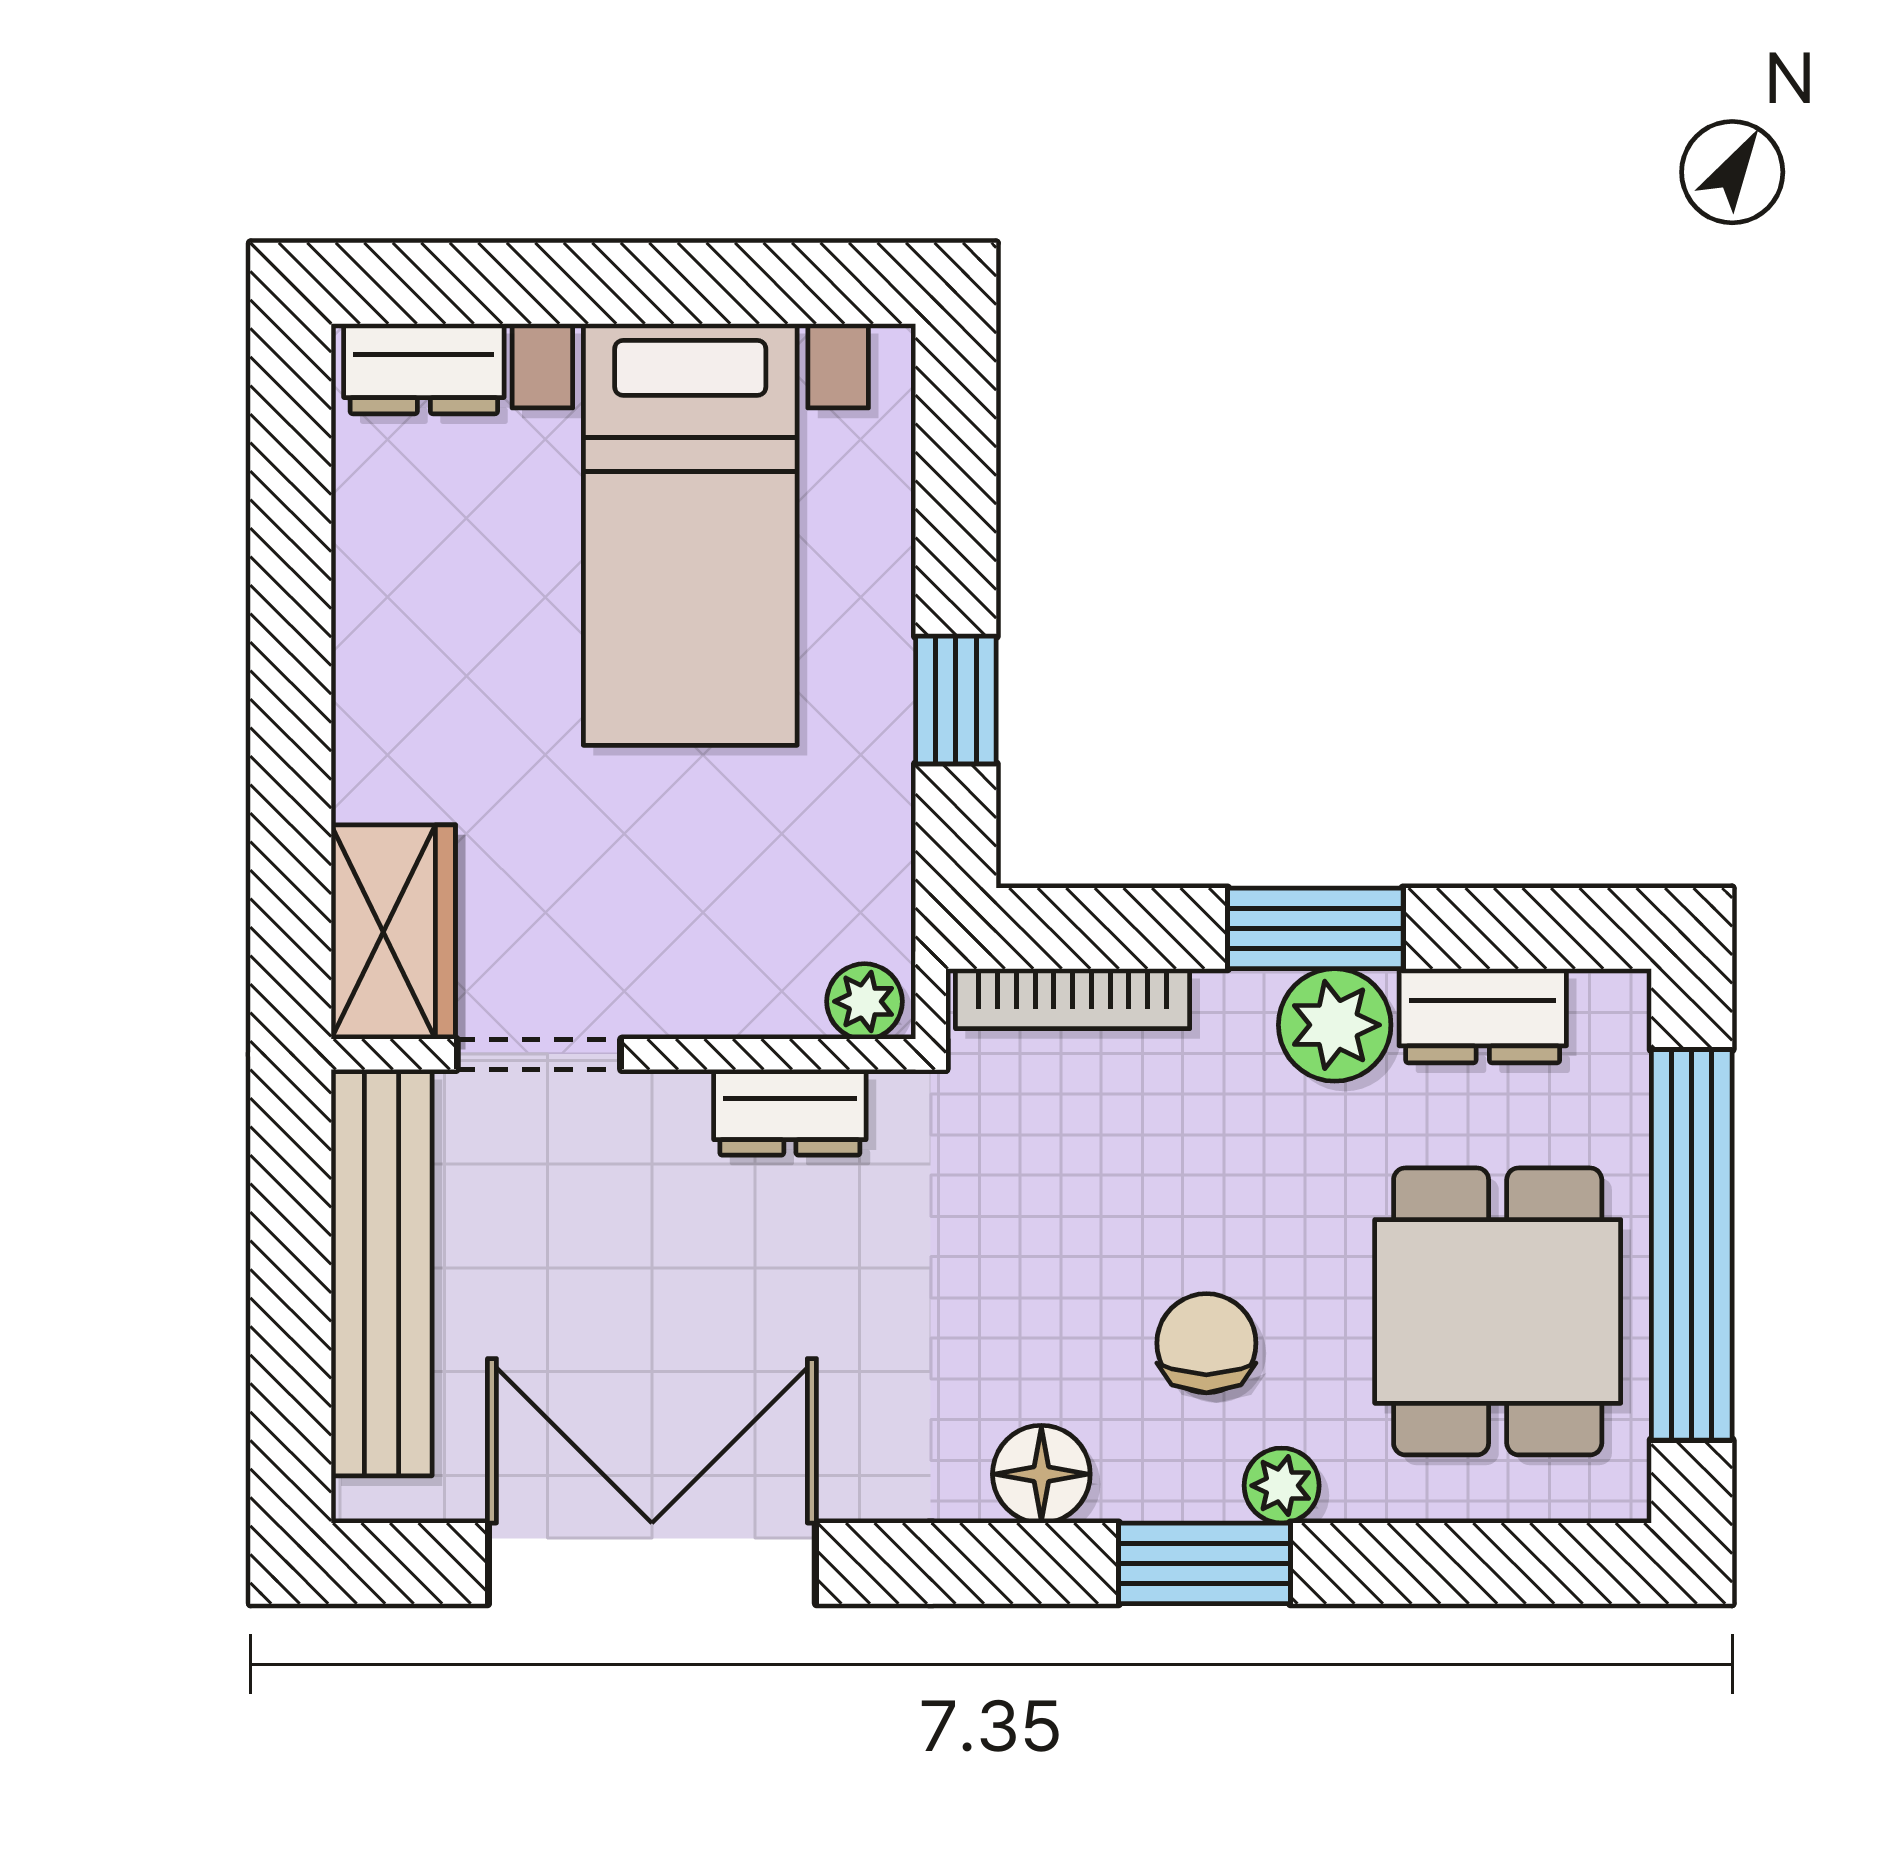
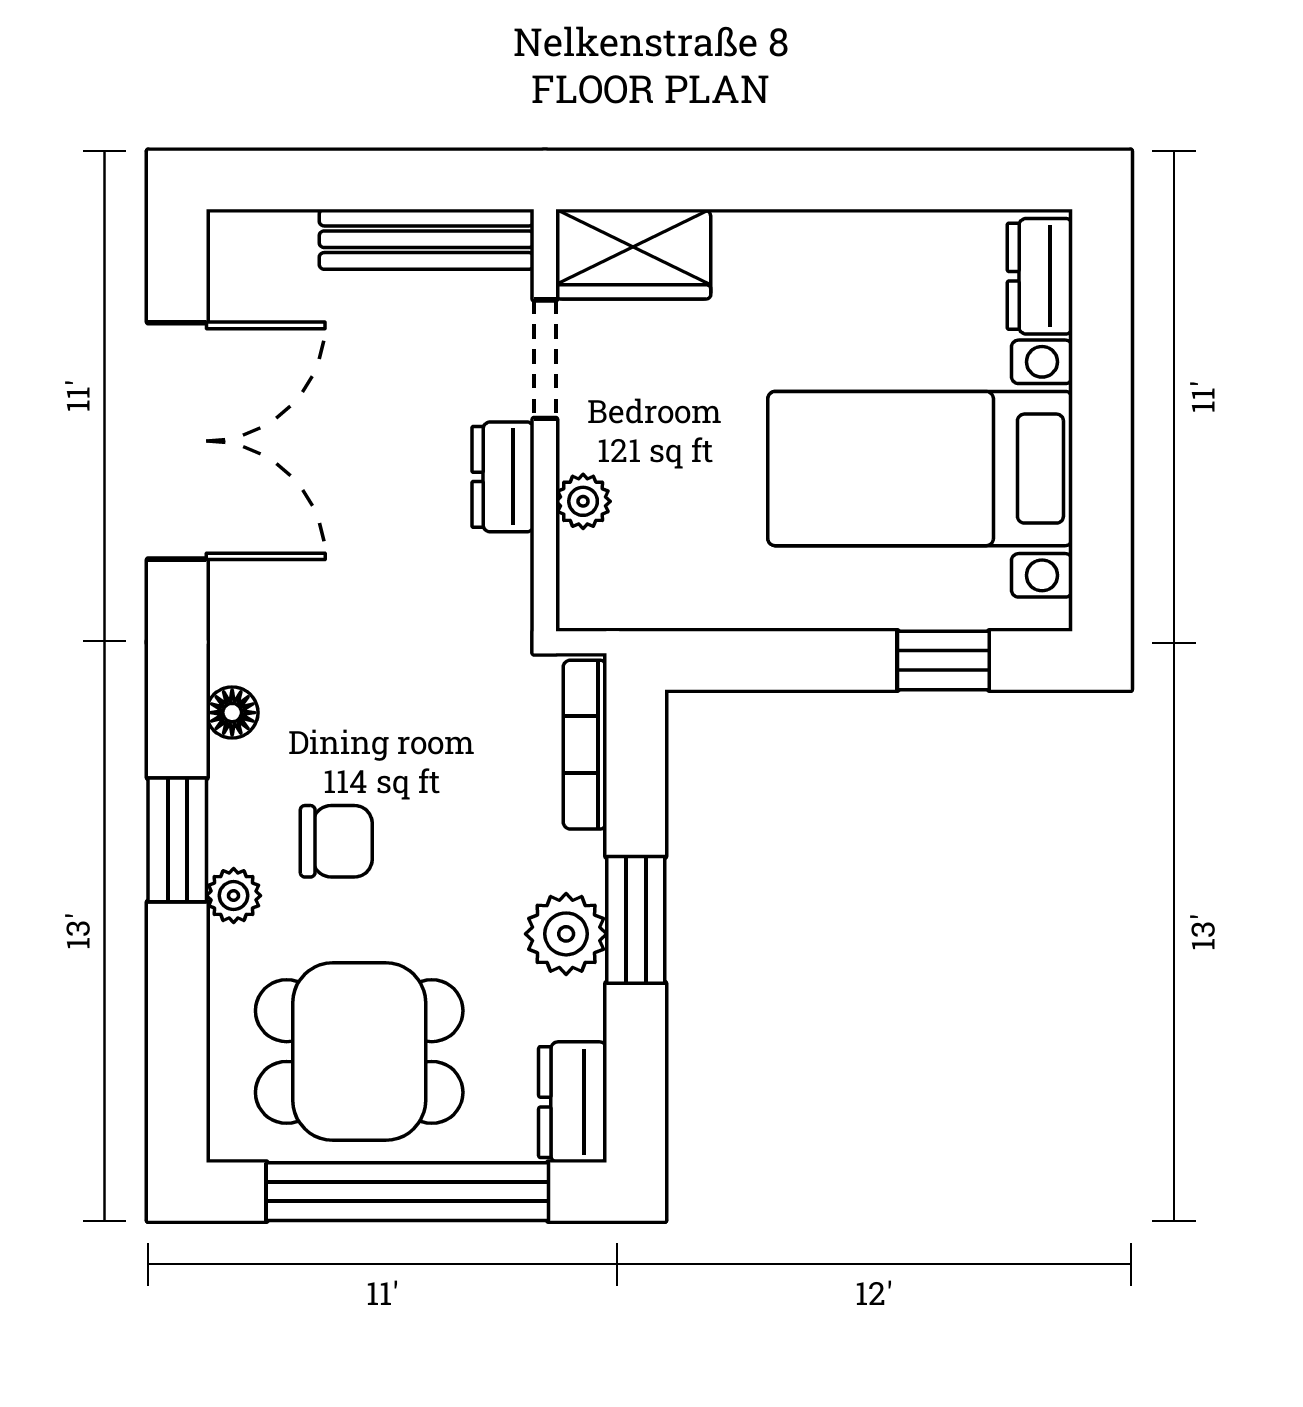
window: (956, 700) -> (943, 660), moved
plant: (865, 1001) -> (583, 501), moved
dresser: (1483, 1016) -> (573, 1102), moved
dresser: (790, 1112) -> (503, 477), moved
bench: (382, 1273) -> (427, 239), width x0.73, depth x0.82
floor lamp: (1041, 1474) -> (232, 713), width x0.73, depth x0.73

